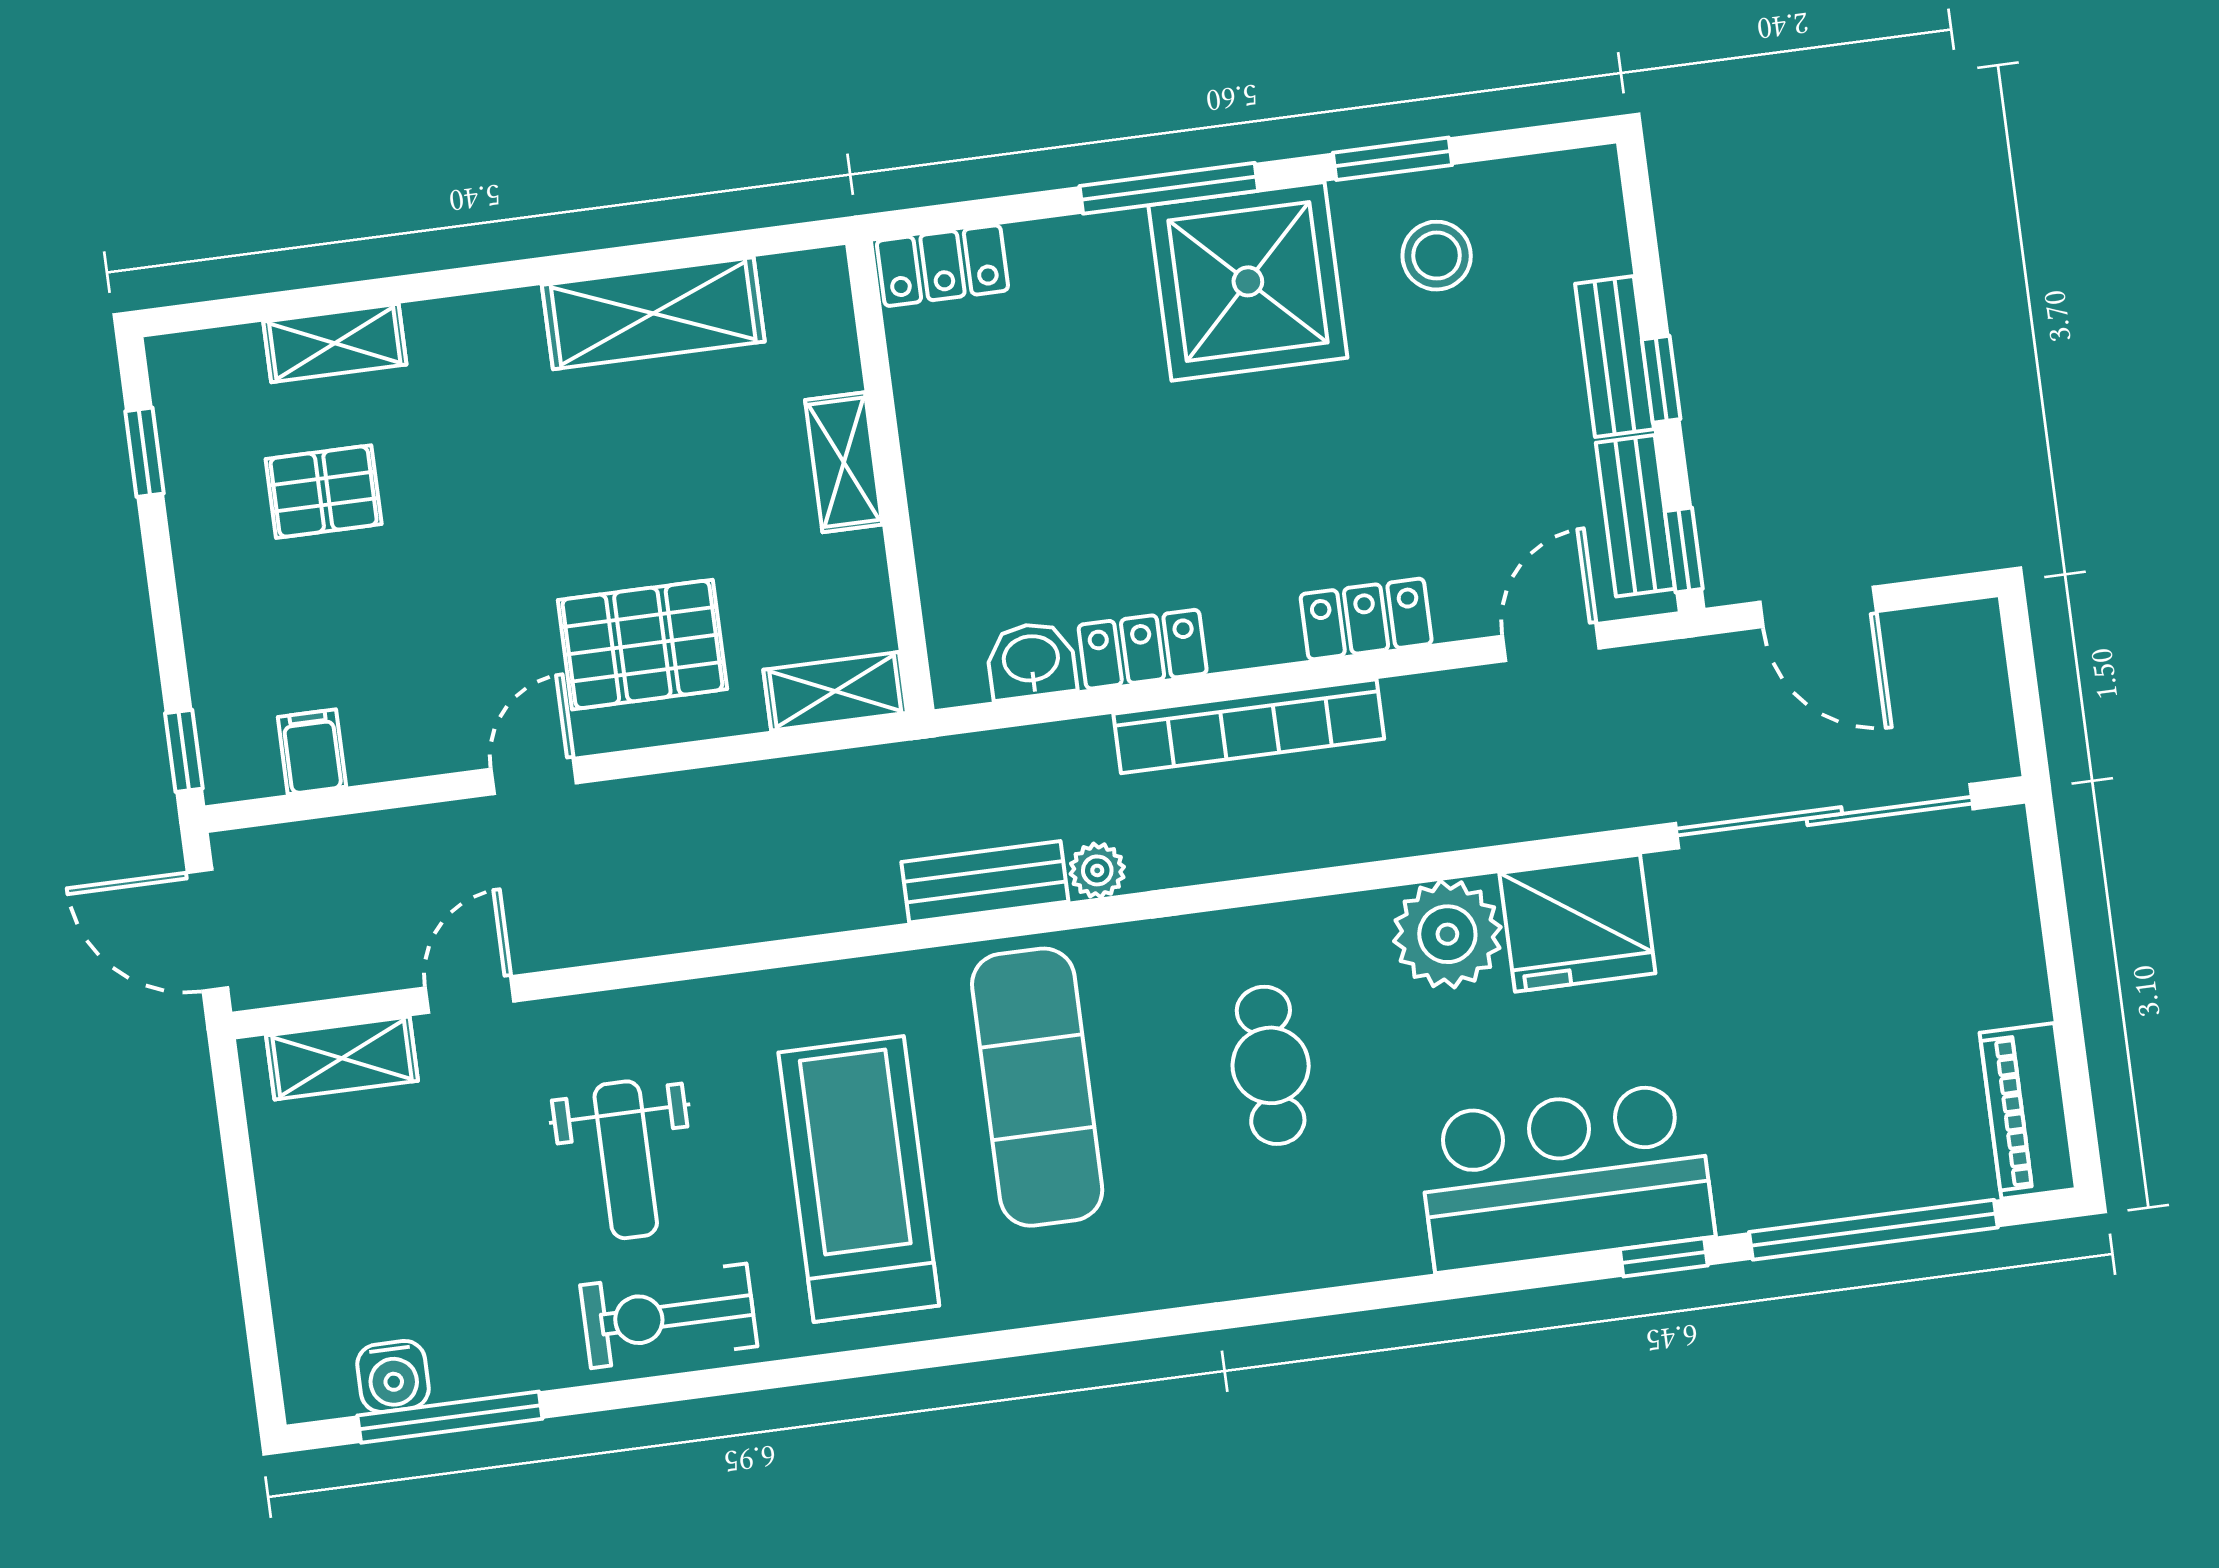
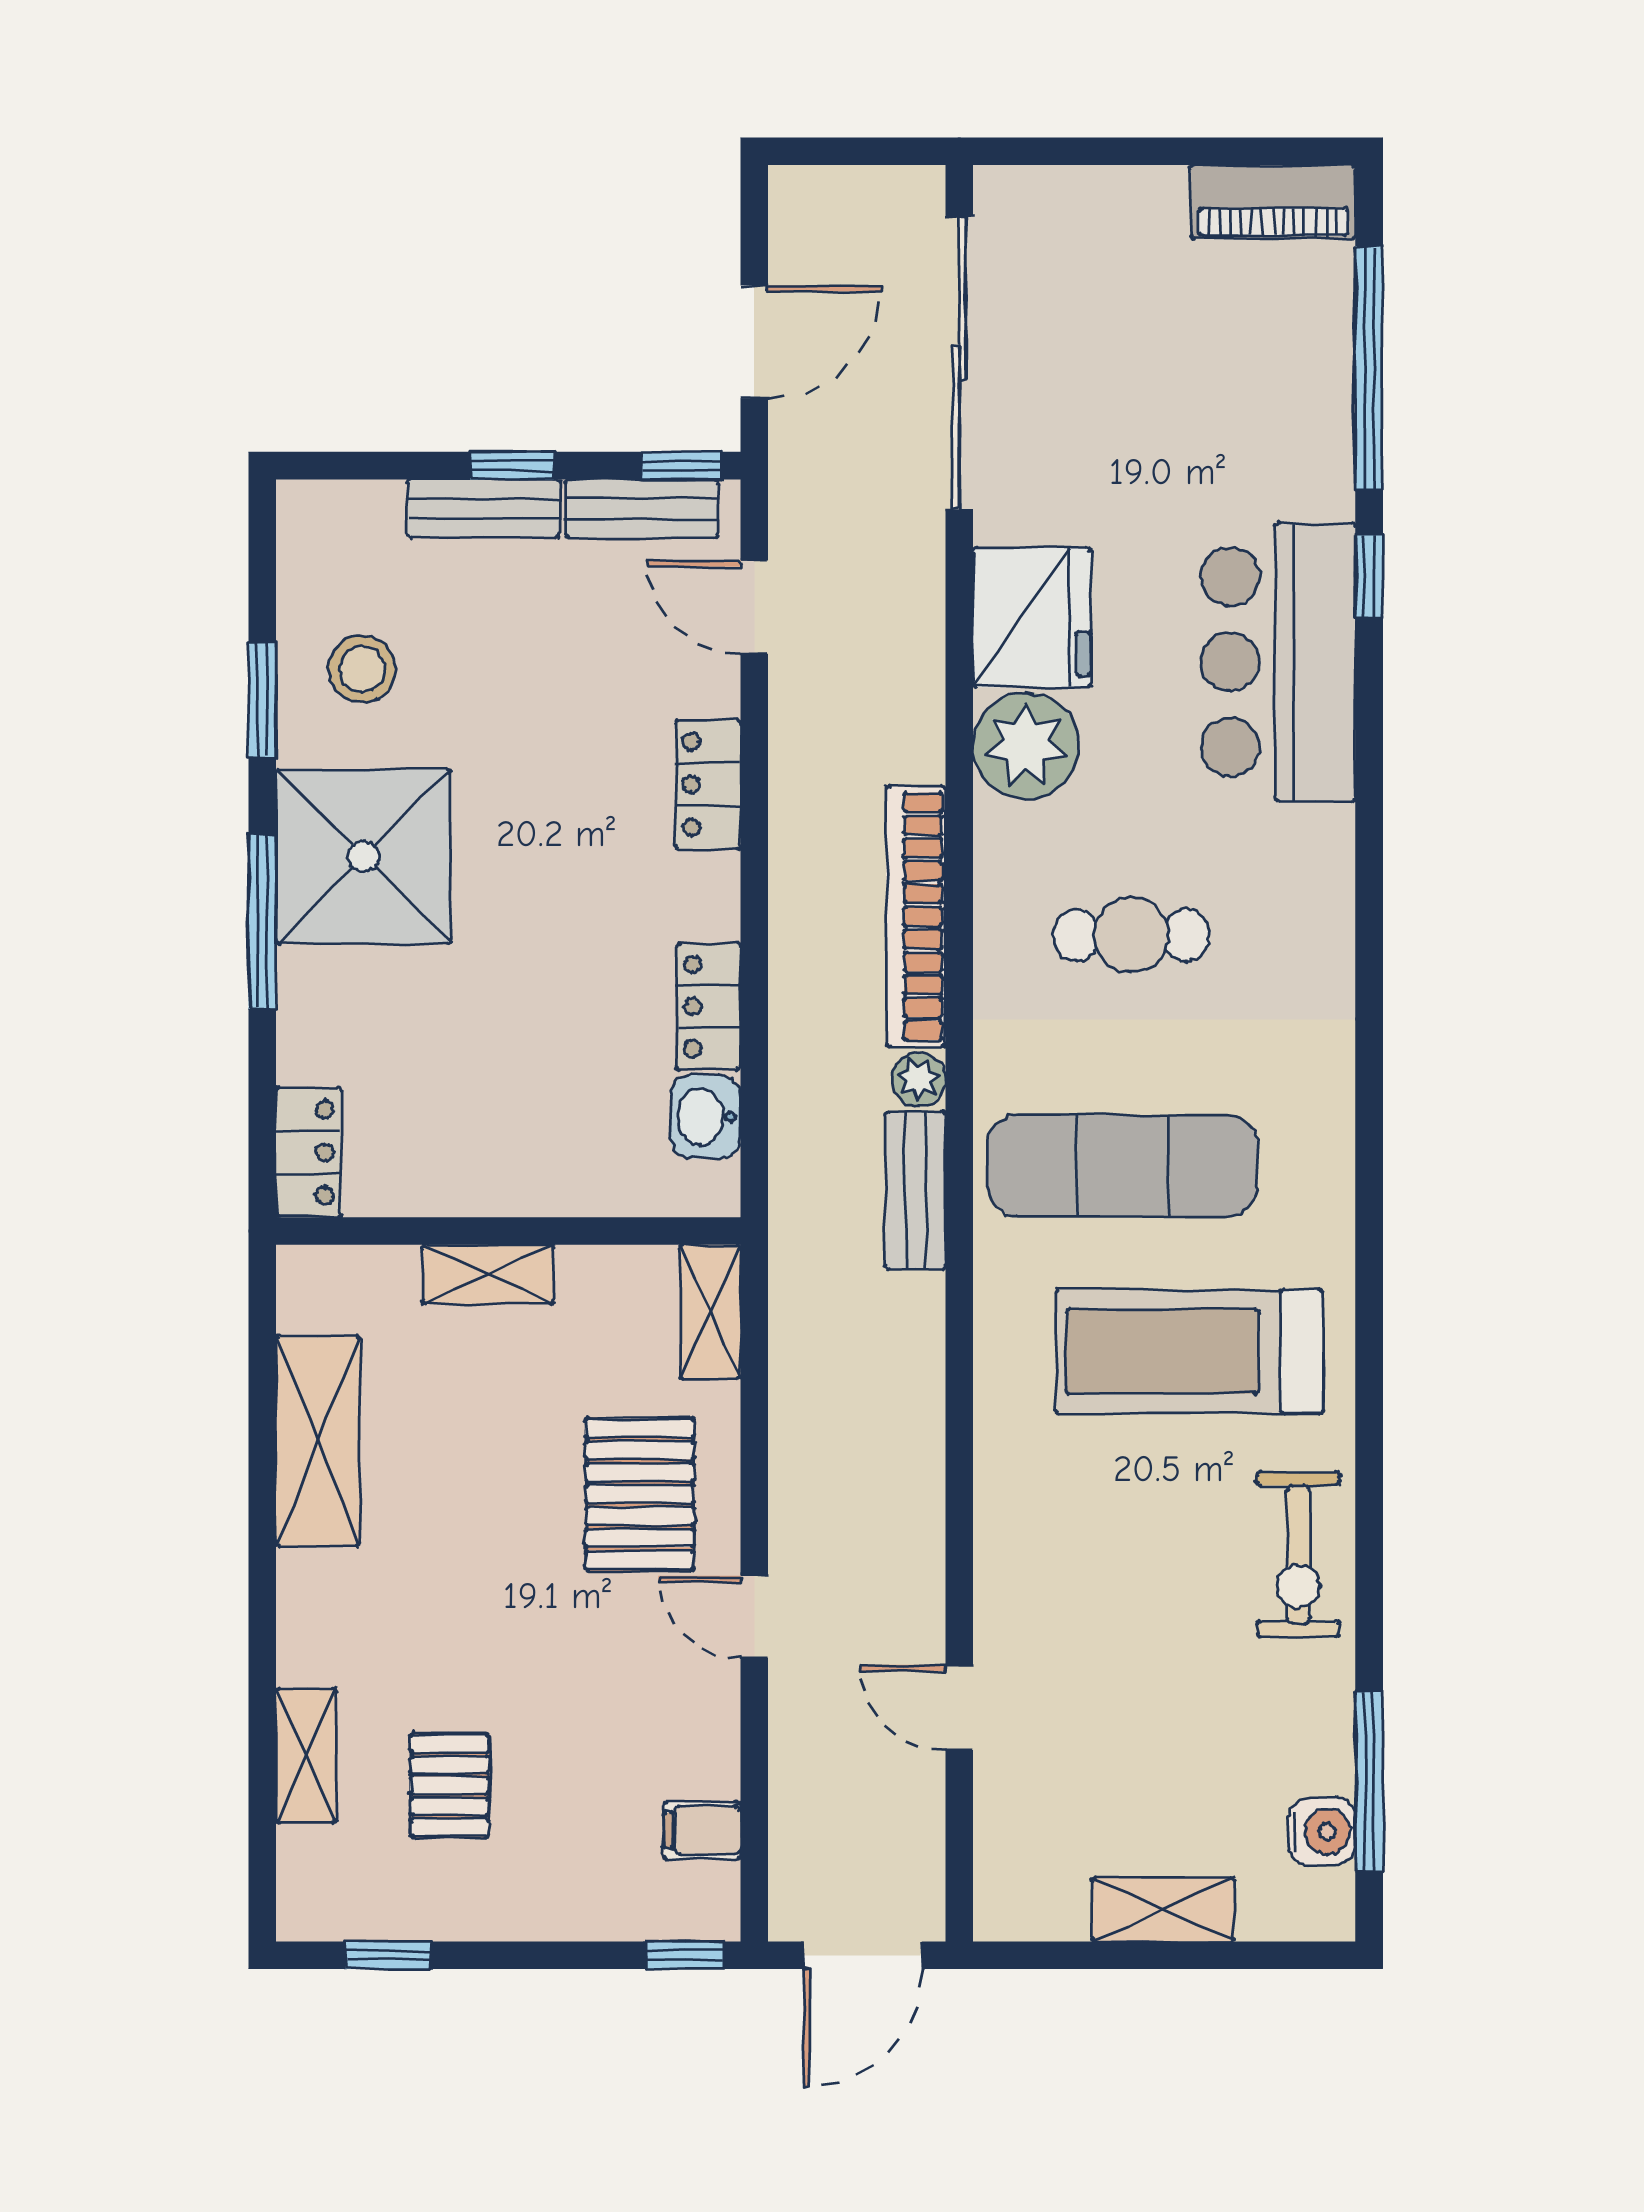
bookcase: (1249, 726) -> (916, 916), moved, turned 180
shelving: (342, 1058) -> (1163, 1910), moved, turned 90
weight bench: (626, 1160) -> (1141, 1577), removed

